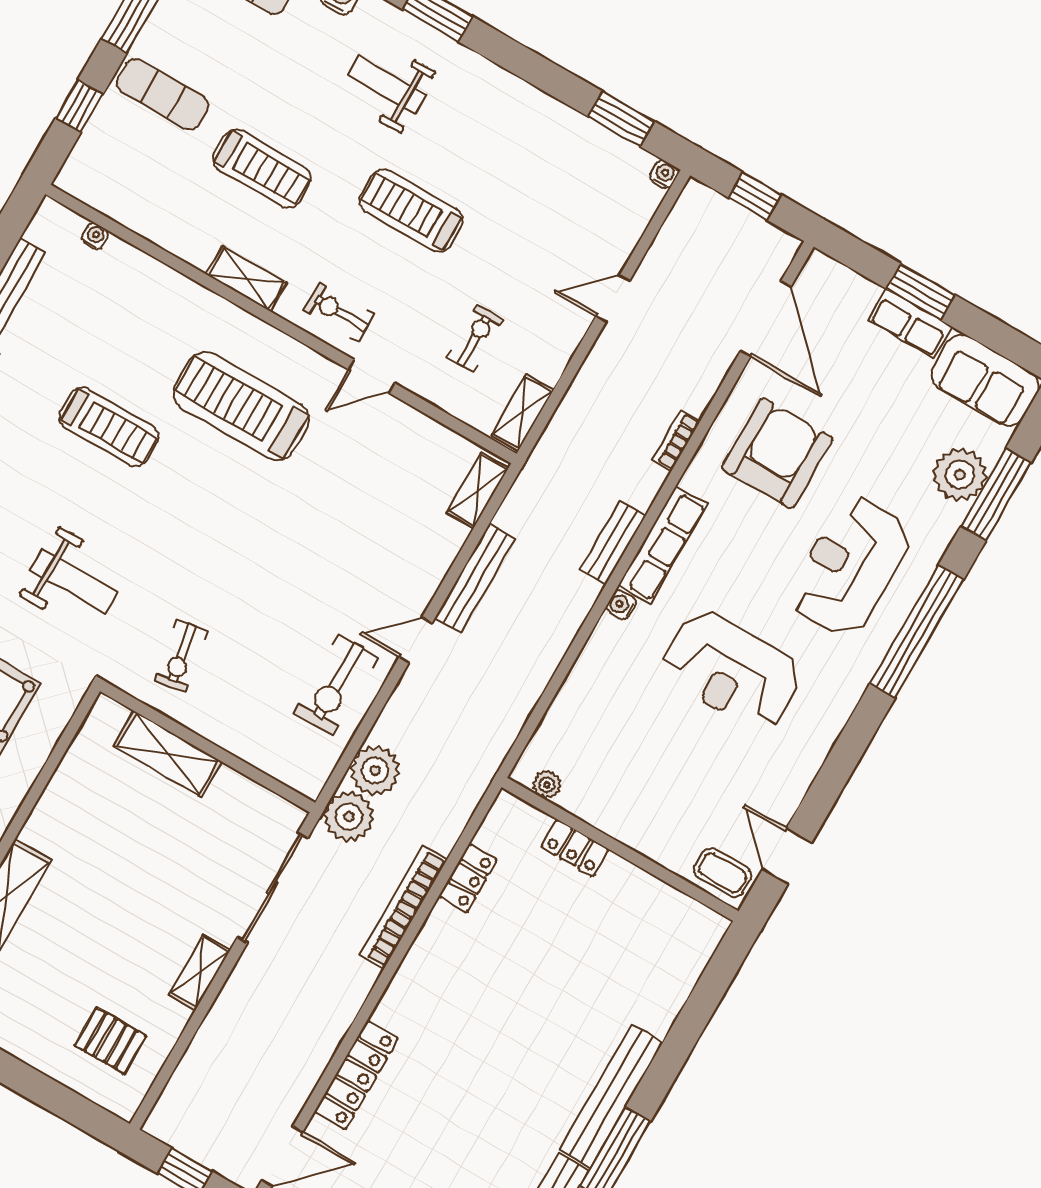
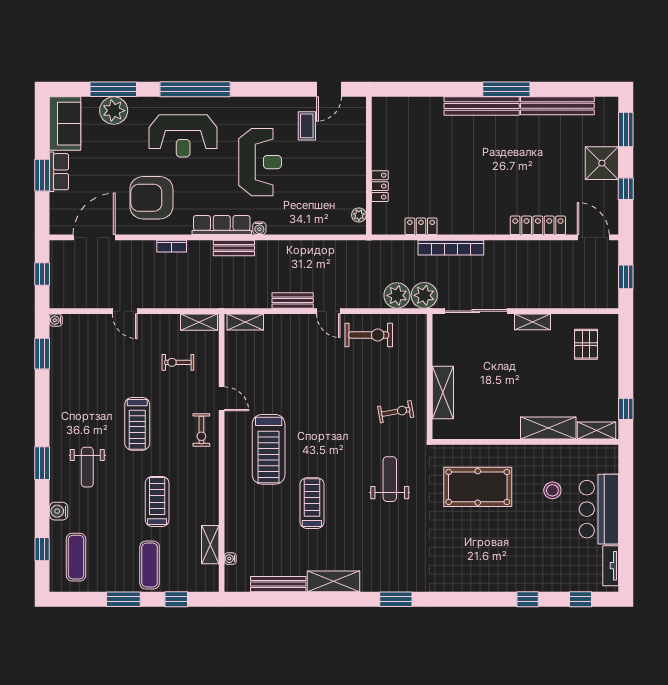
shelving: (246, 278) -> (210, 545), moved
bench: (475, 578) -> (293, 300), width x0.73
coffee table: (723, 873) -> (307, 126), moved

